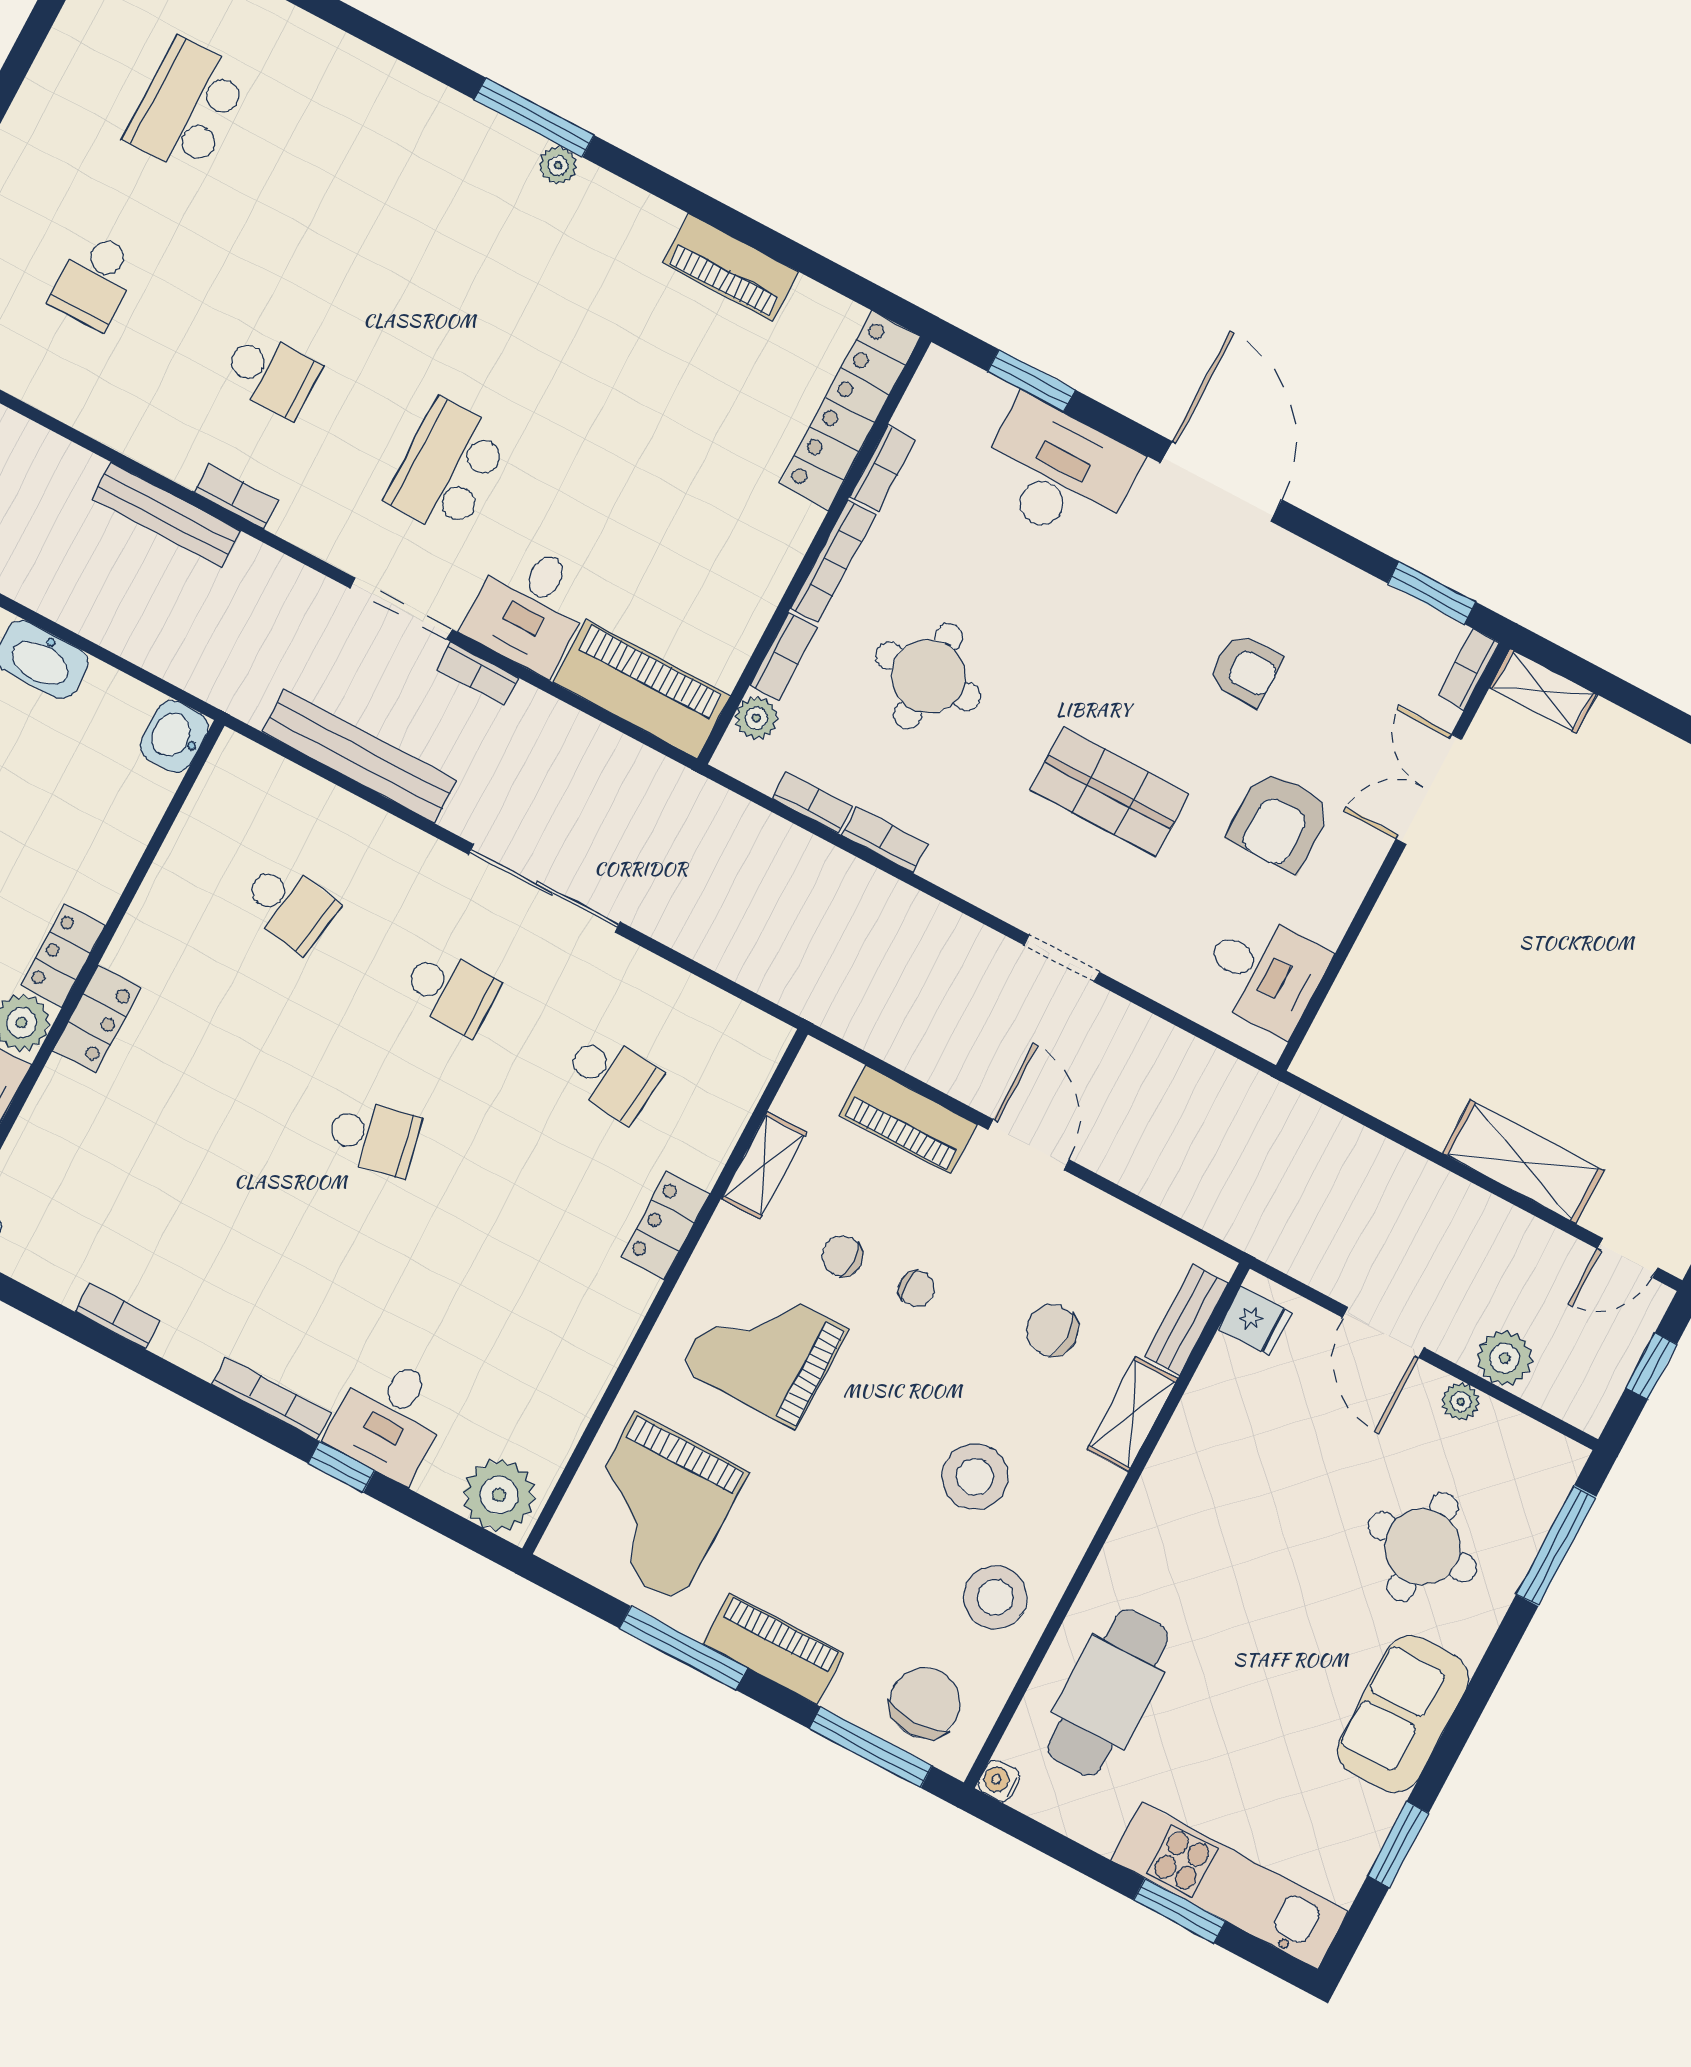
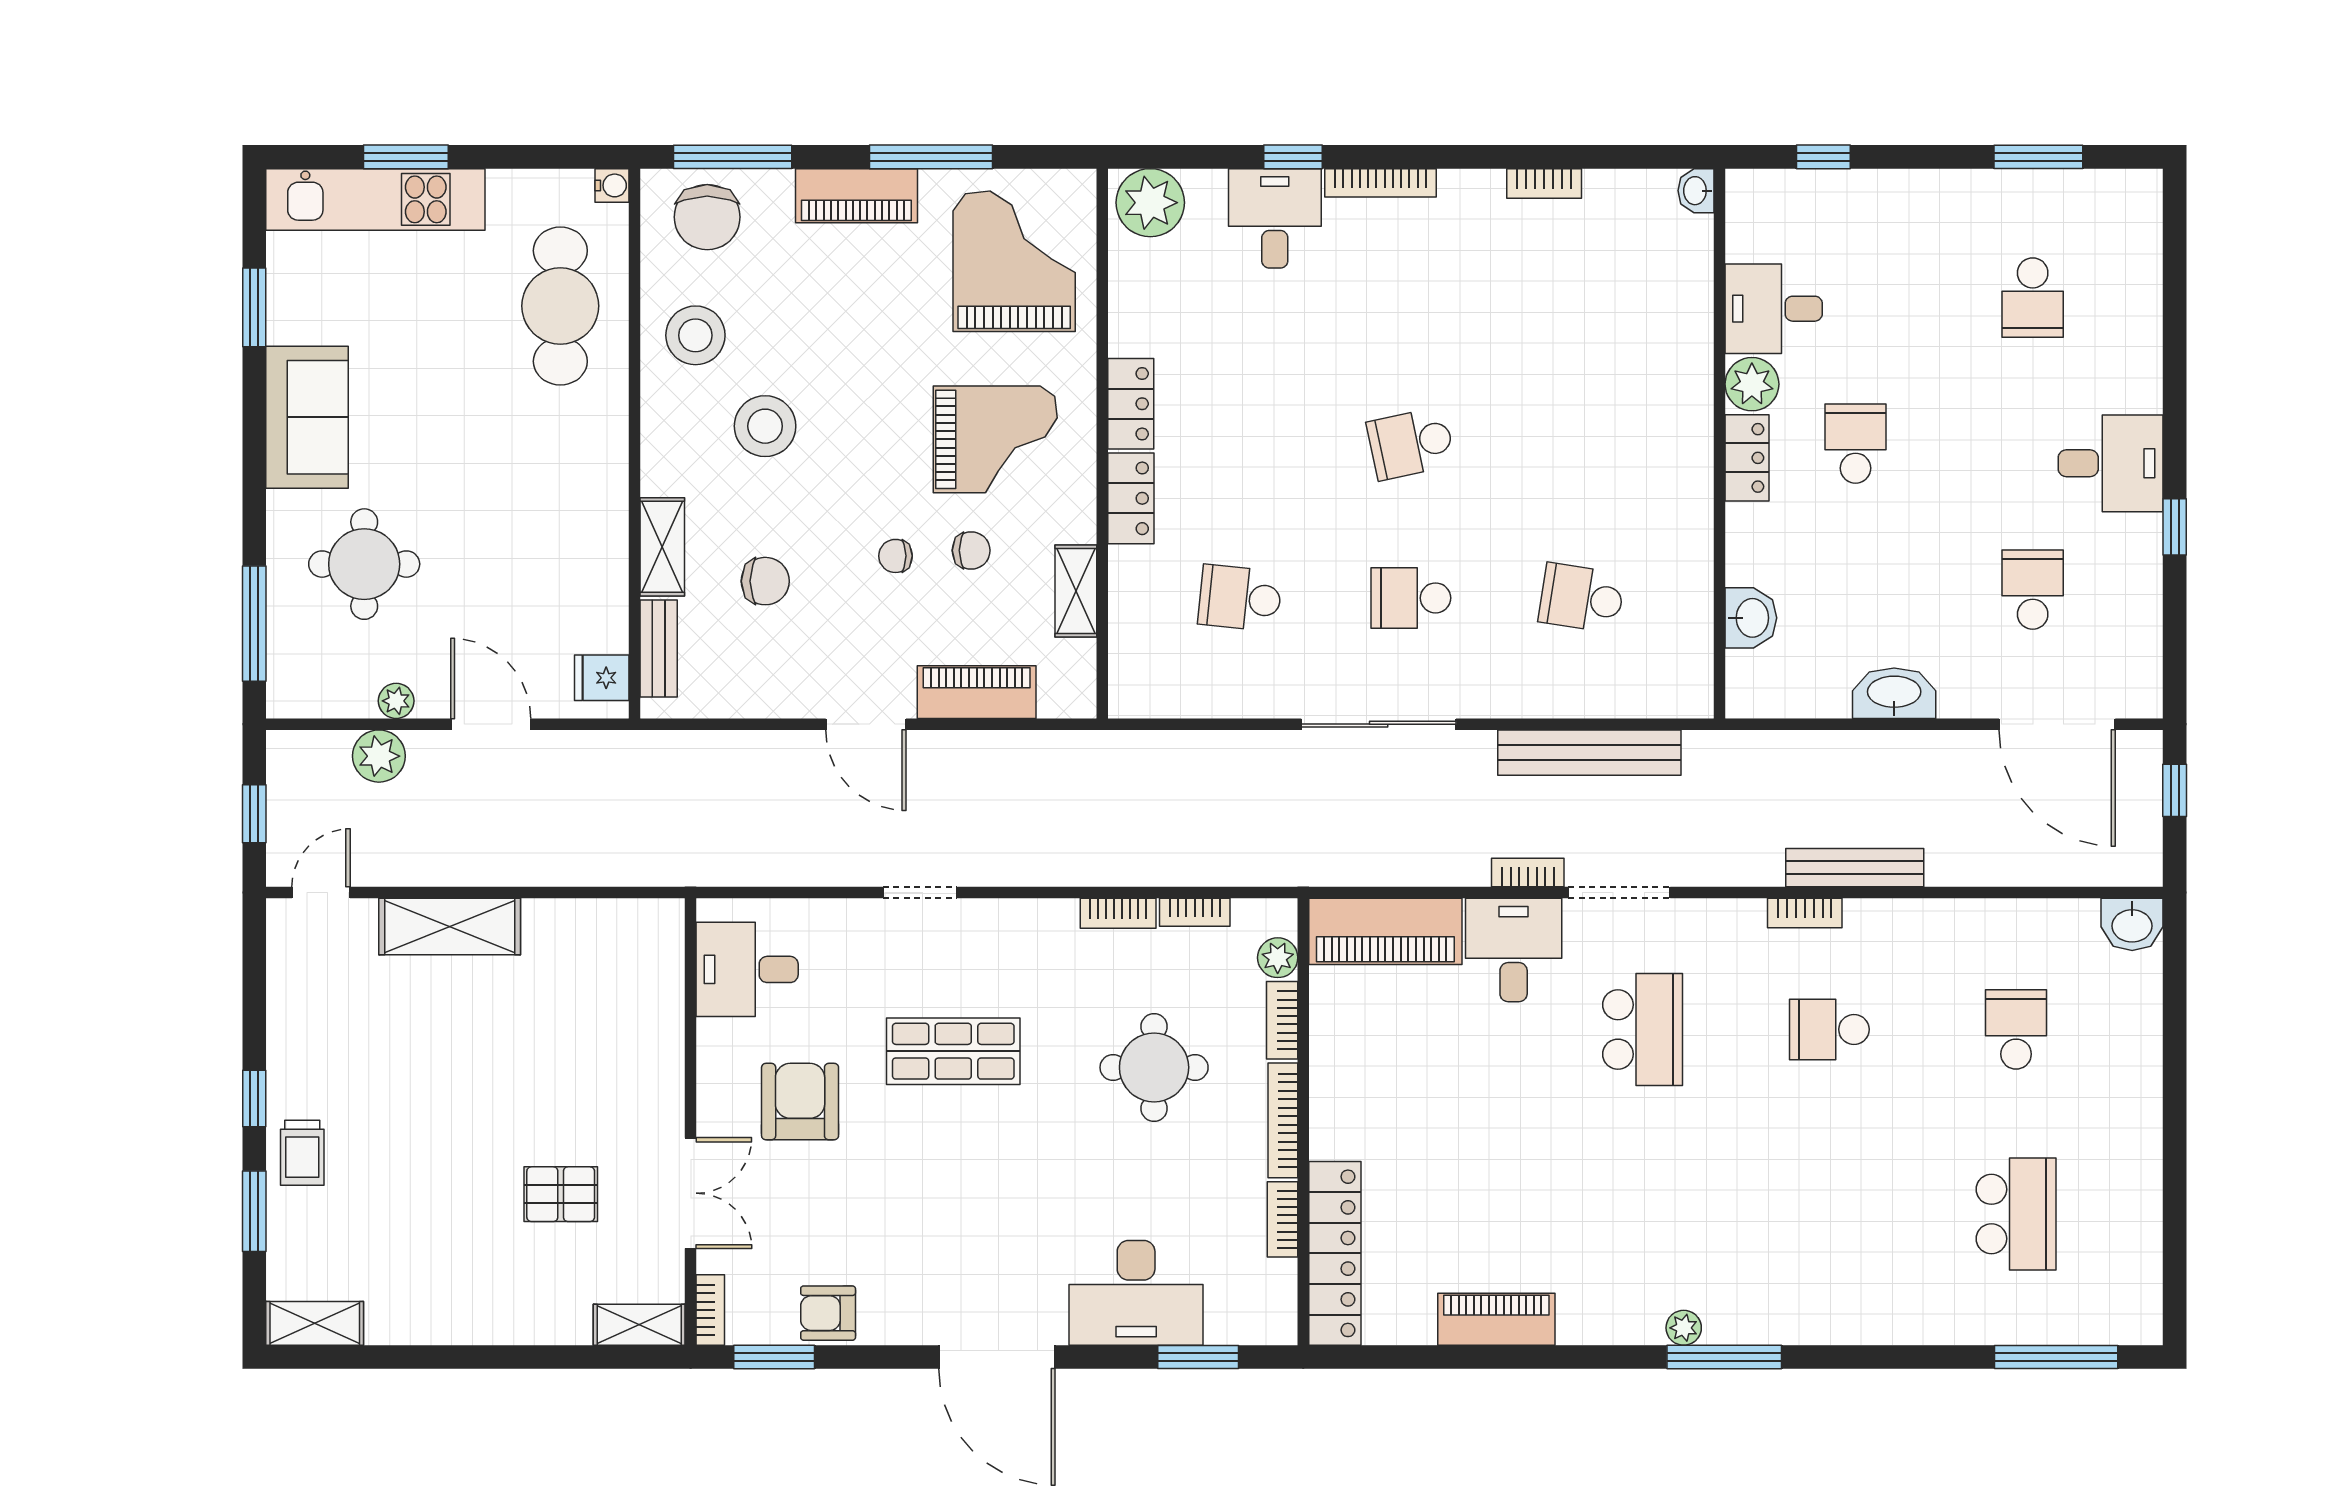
armchair: (1245, 669) -> (828, 1313), moved
washbasin: (174, 736) -> (1751, 618), moved
pallet: (1552, 853) -> (561, 1194), added
locker: (97, 1019) -> (1131, 404), moved, turned 180

